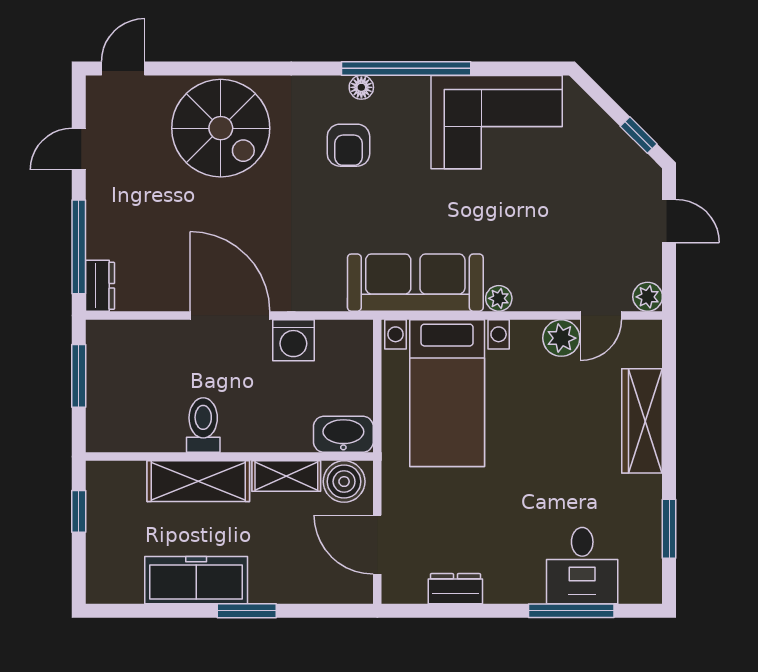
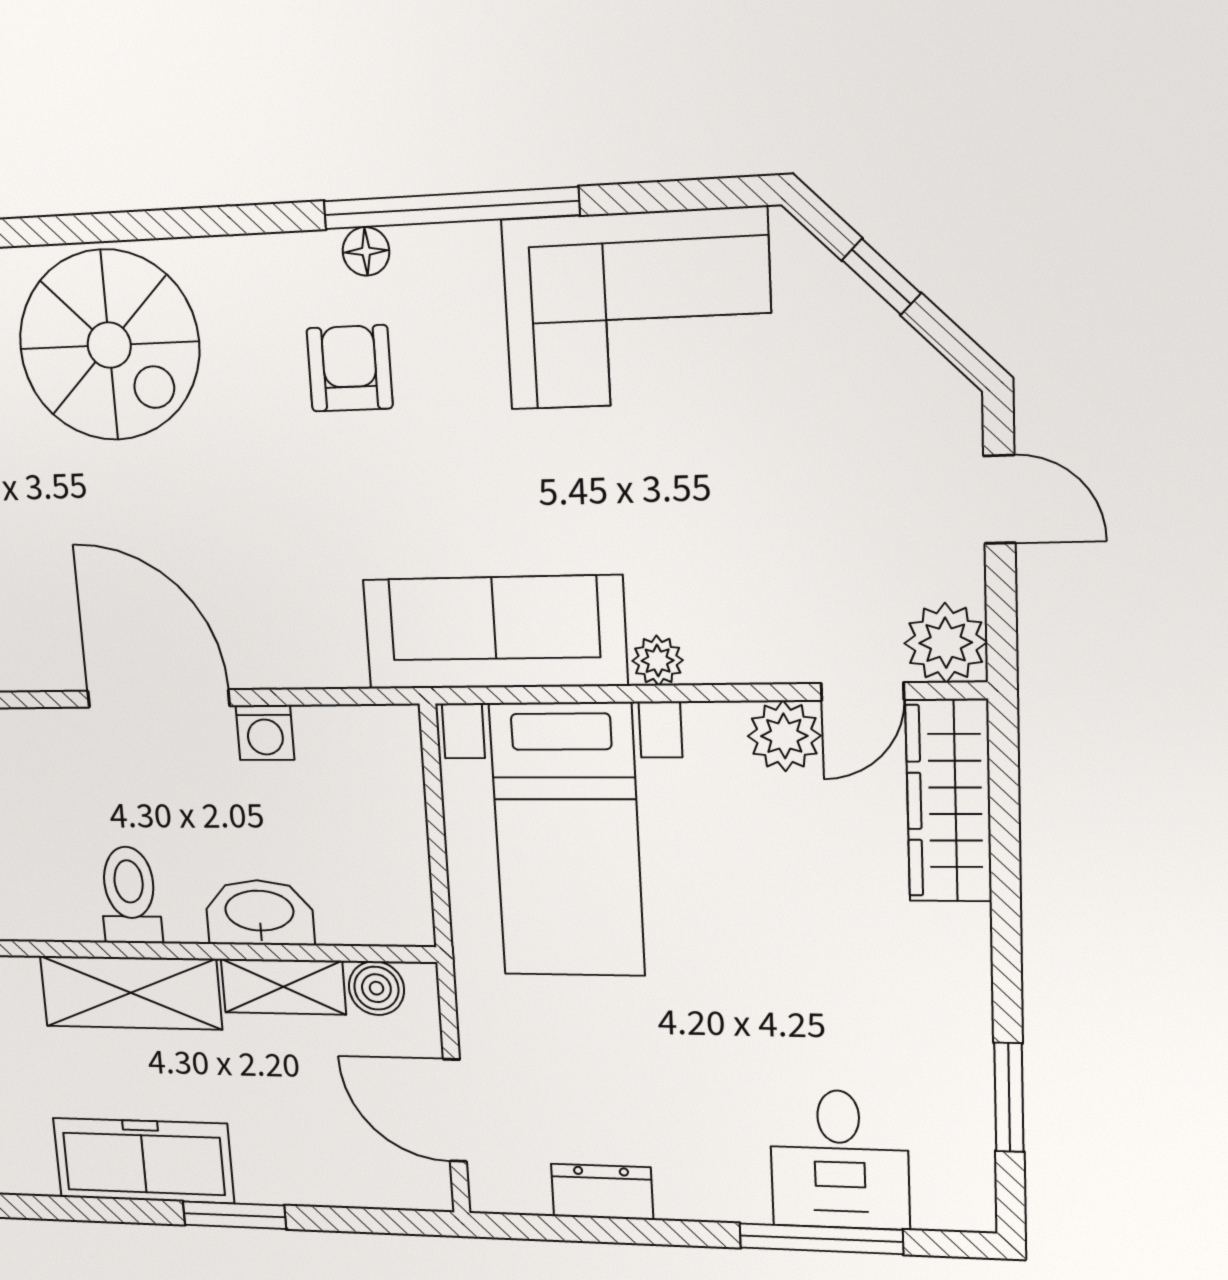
window: (639, 135) -> (881, 277), moved
armchair: (348, 145) -> (350, 368), turned 180
plant: (648, 297) -> (946, 643), width x1.38, depth x1.38
washing machine: (293, 340) -> (265, 733), width x0.73, depth x0.73
wardrobe: (642, 421) -> (949, 801), moved
washbasin: (343, 434) -> (259, 913), moved
boiler: (344, 482) -> (376, 988), width x0.73, depth x0.73

